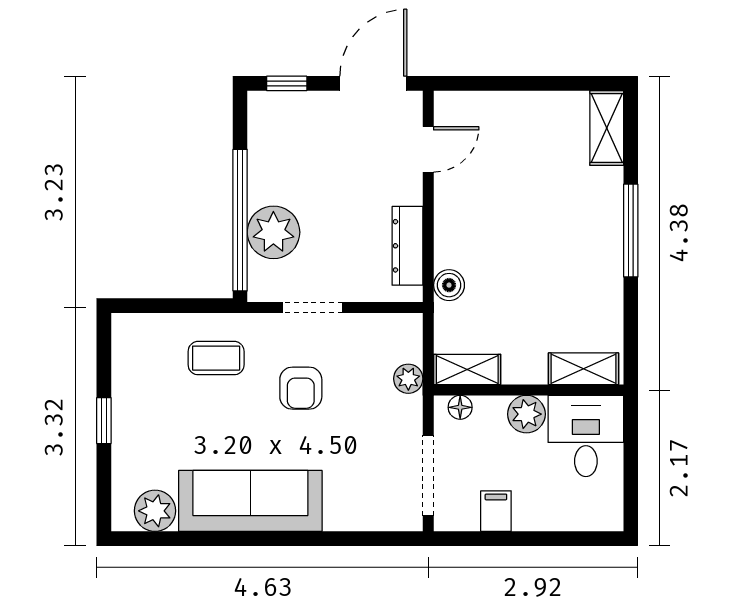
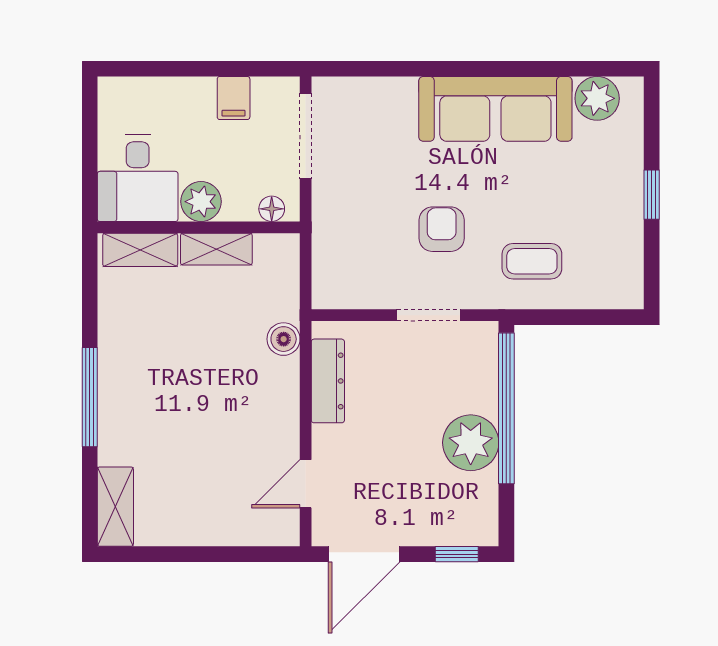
plant: (273, 232) -> (471, 443), moved
shelving: (467, 369) -> (216, 249), moved
plant: (408, 379) -> (327, 239), removed

